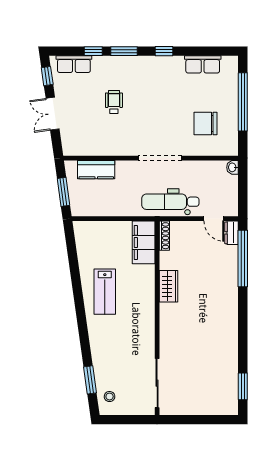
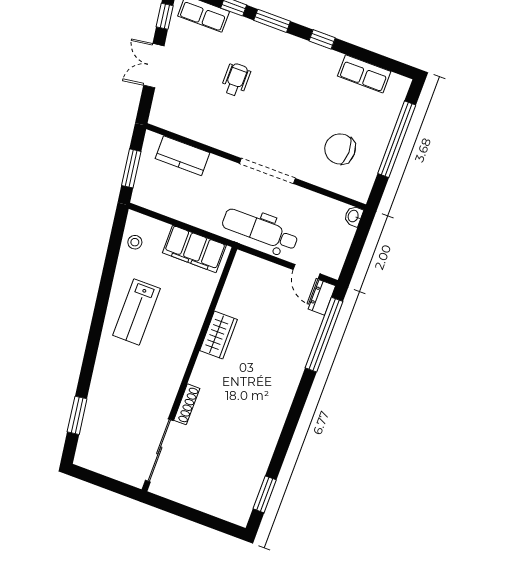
shoe rack: (164, 236) -> (187, 404), moved
filing cabinet: (144, 242) -> (194, 249), moved, turned -90
stool: (110, 397) -> (135, 242), moved

